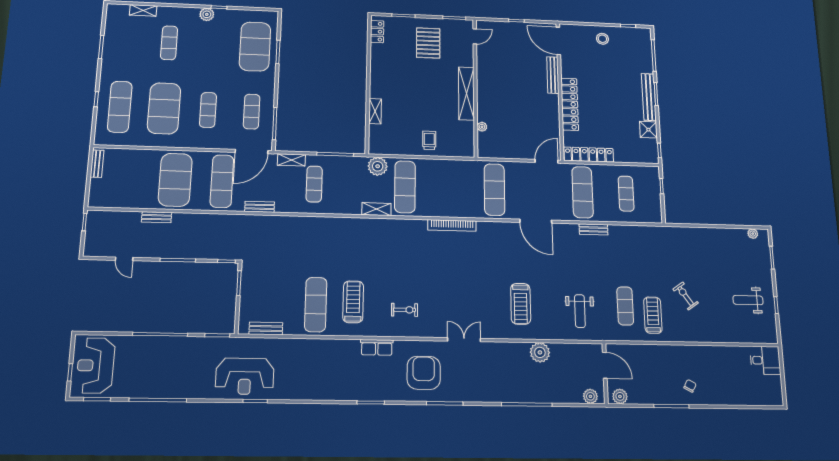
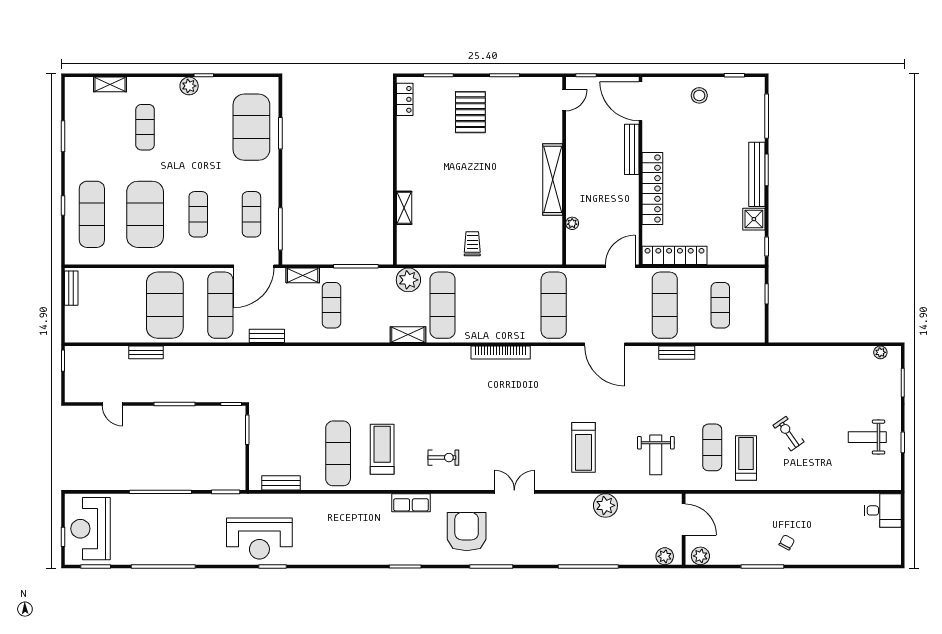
door: (475, 36) -> (564, 100), moved
wall: (475, 88) -> (564, 171), moved
shelving: (466, 94) -> (553, 179), moved
plant: (482, 127) -> (572, 223), moved

